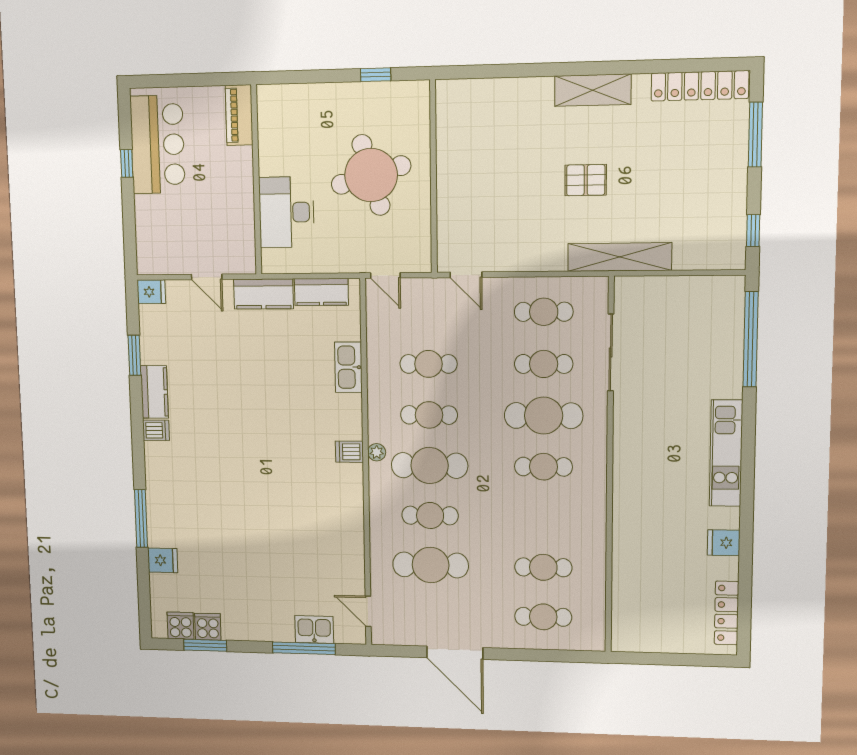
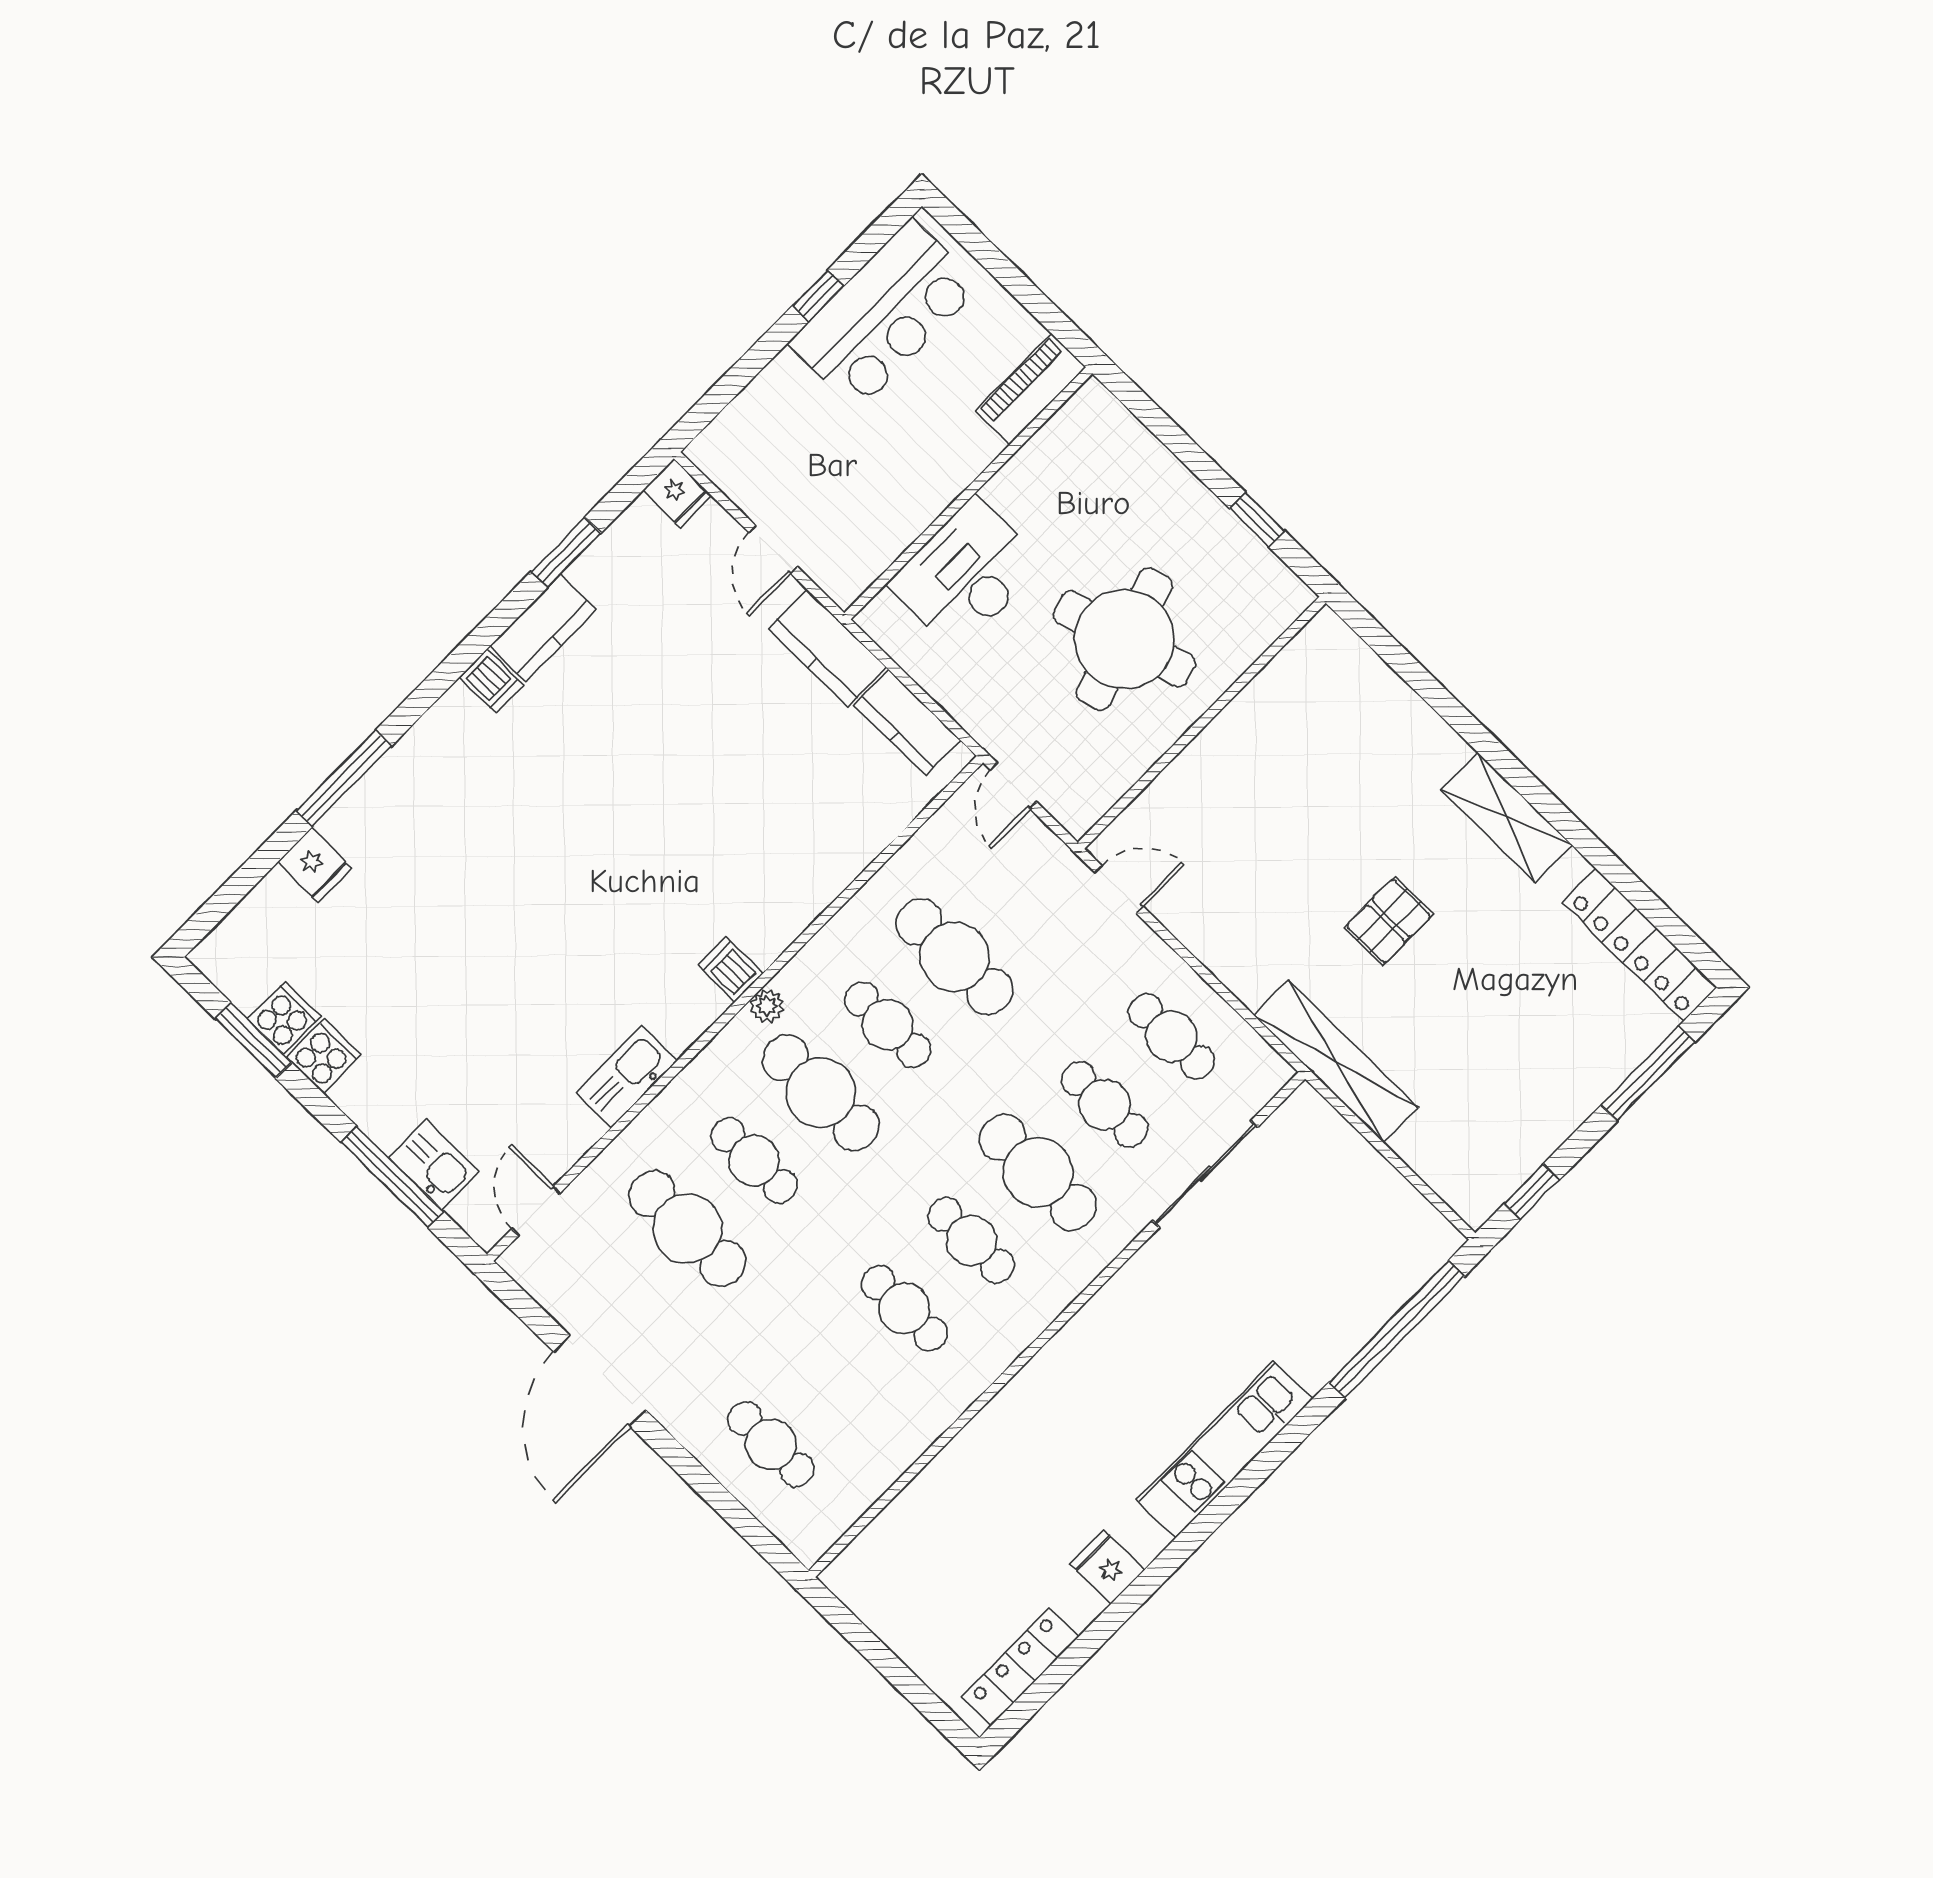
pallet: (586, 180) -> (1389, 921), turned 90
door: (466, 275) -> (1119, 889), swing flipped
cafe table: (428, 364) -> (954, 957), width x1.37, depth x1.35
kitchen sink: (348, 367) -> (627, 1077), moved
cafe table: (543, 567) -> (904, 1308), moved
cooker: (181, 626) -> (324, 1056), moved

